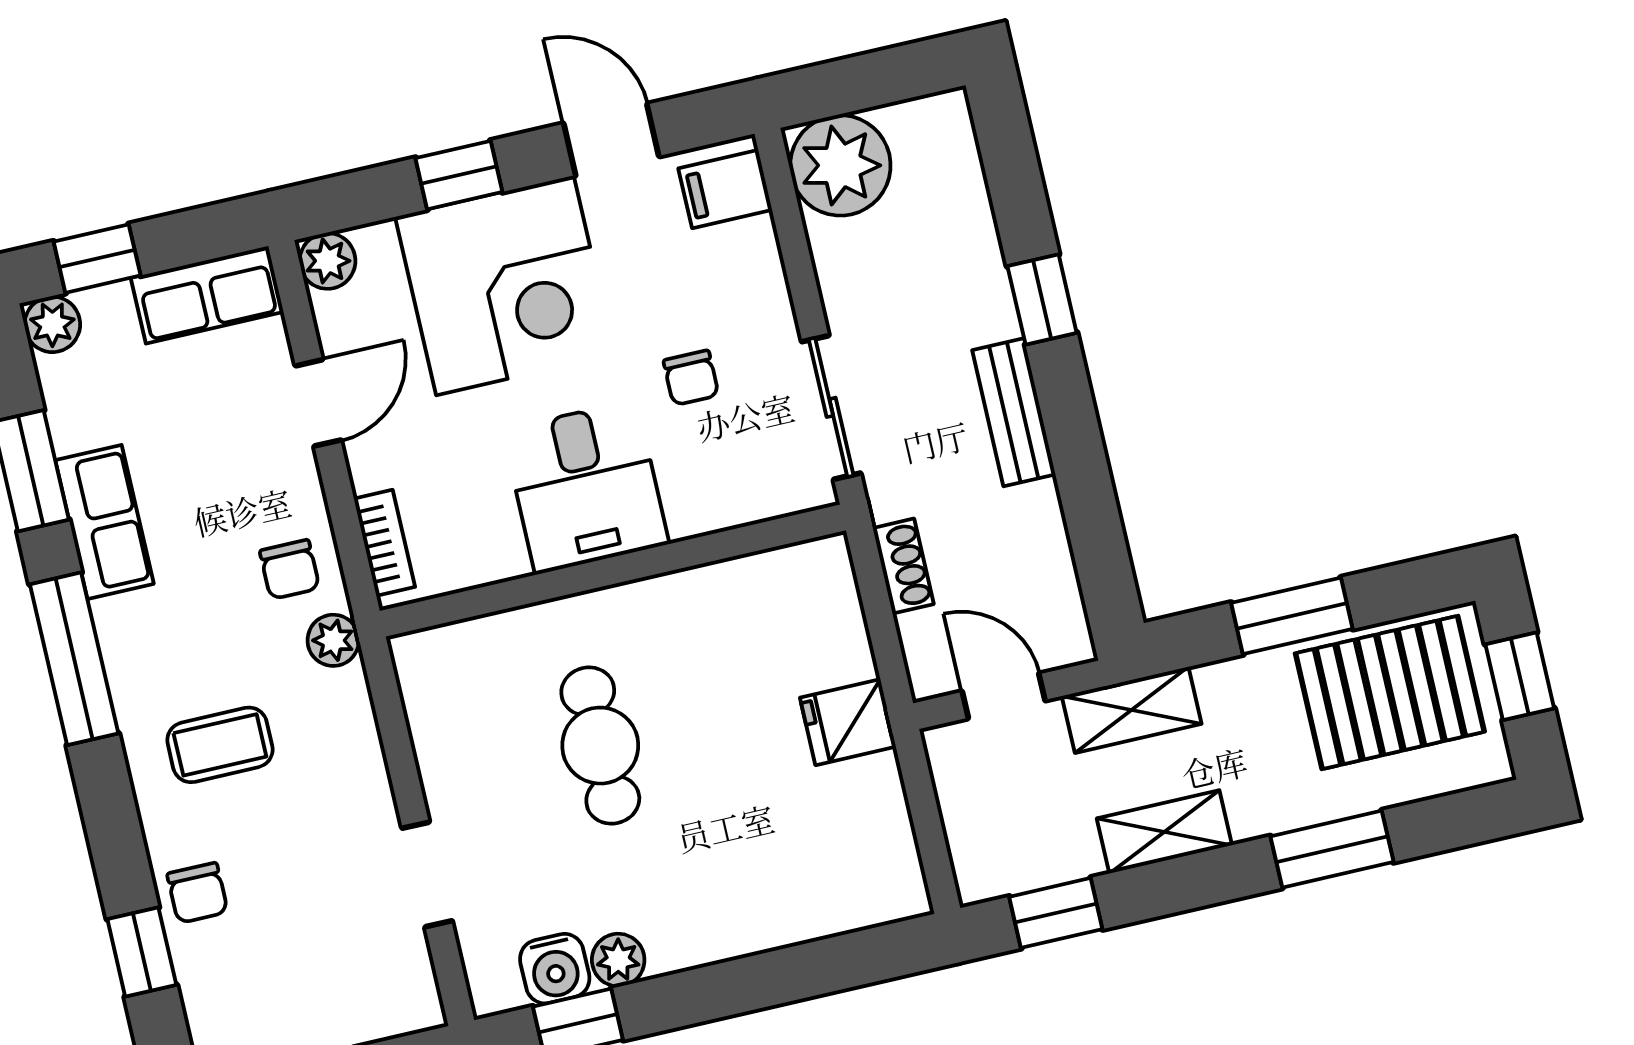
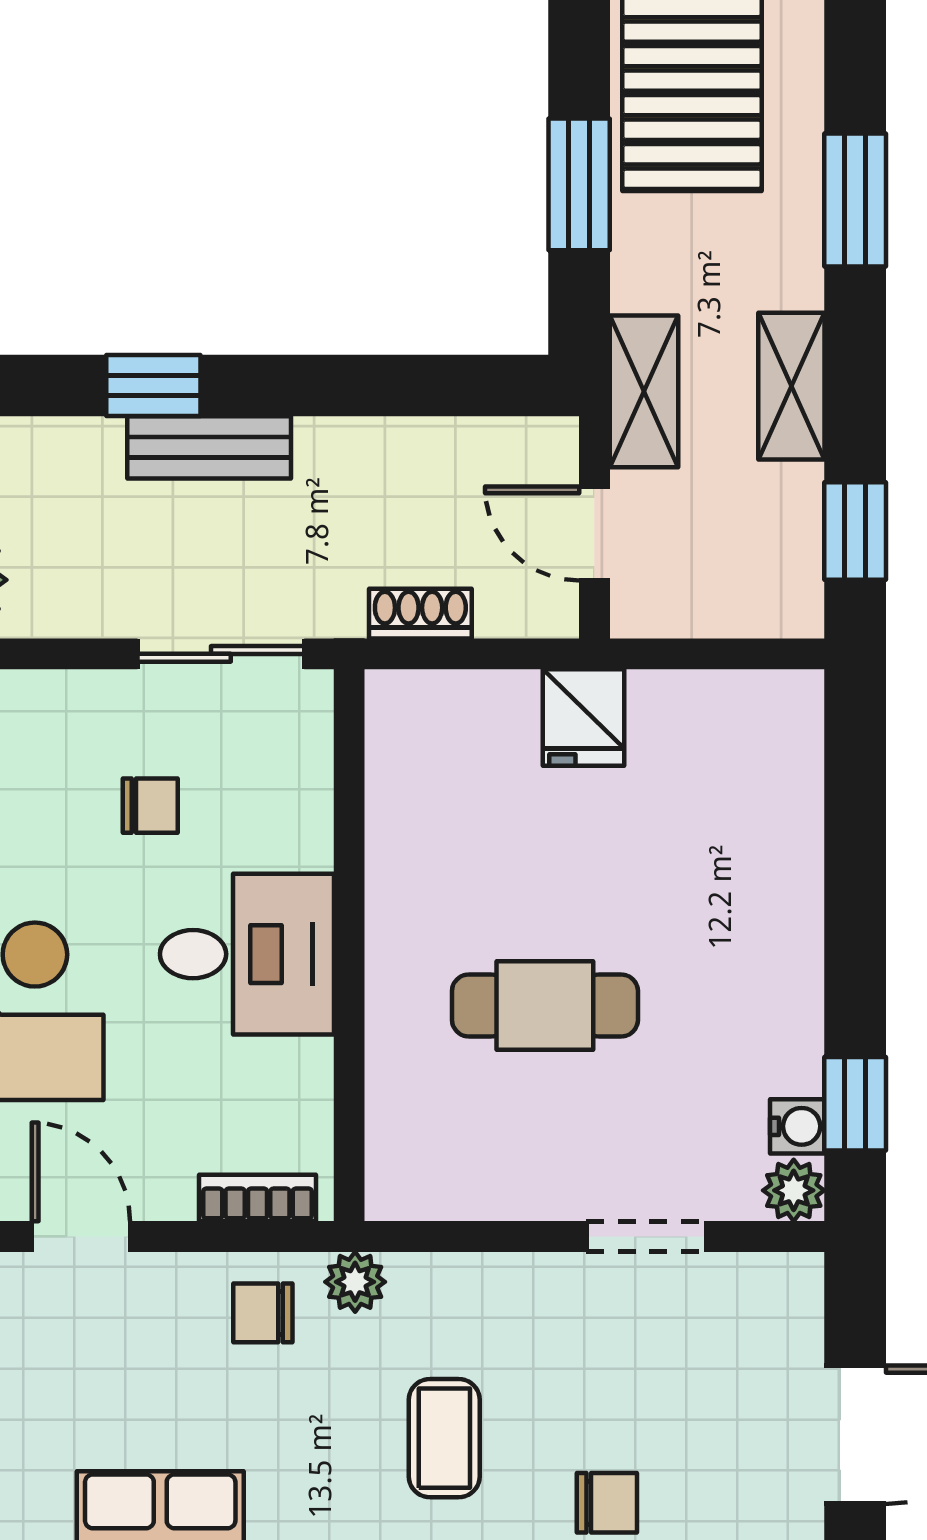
bench: (1014, 412) -> (209, 447), moved
chair: (290, 569) -> (263, 1313), turned 180
door: (1004, 696) -> (594, 533), hinge flipped
plant: (618, 960) -> (794, 1190), moved
water cooler: (555, 969) -> (797, 1126), width x0.72, depth x0.72

